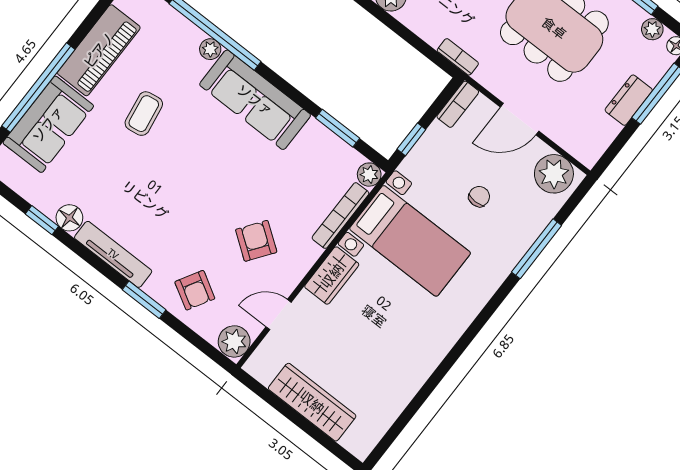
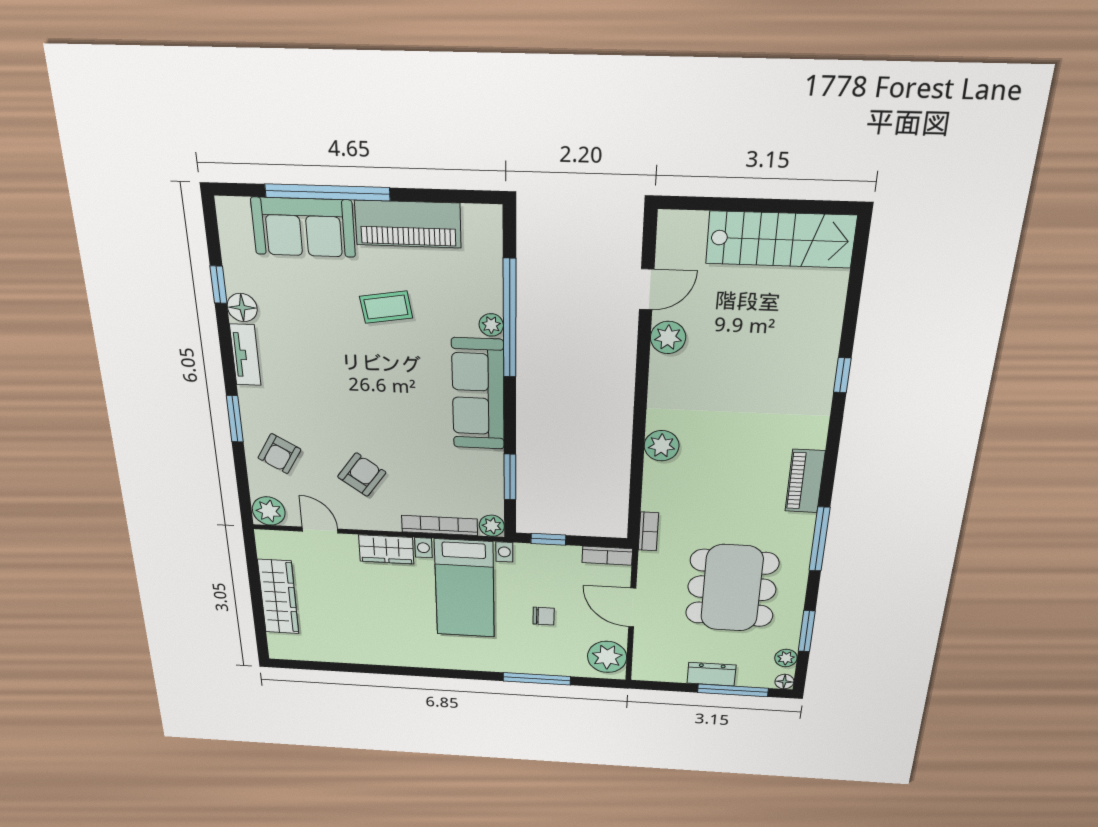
tv unit: (113, 254) -> (245, 355), width x0.71

